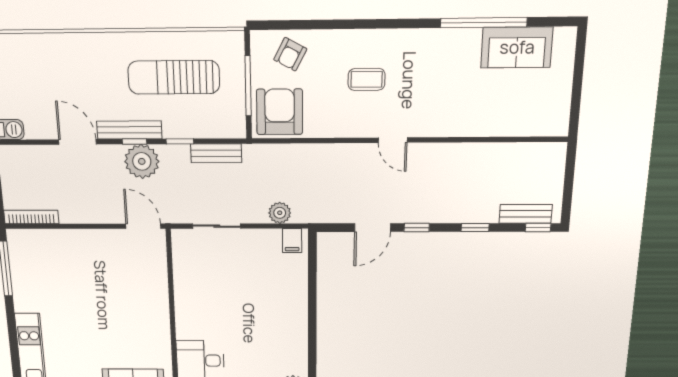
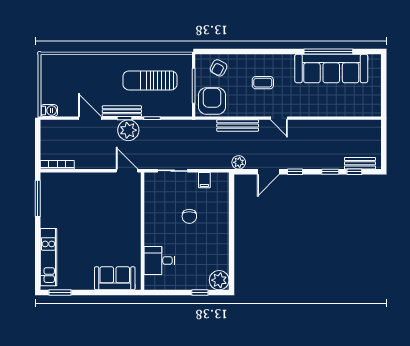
sofa: (517, 47) -> (331, 68), width x1.85, depth x1.27
bench: (216, 153) -> (238, 126), moved, width x1.36
plant: (280, 213) -> (239, 162), moved
window: (538, 227) -> (354, 172), moved
filing cabinet: (292, 241) -> (204, 180), moved
chair: (245, 296) -> (189, 216), added

